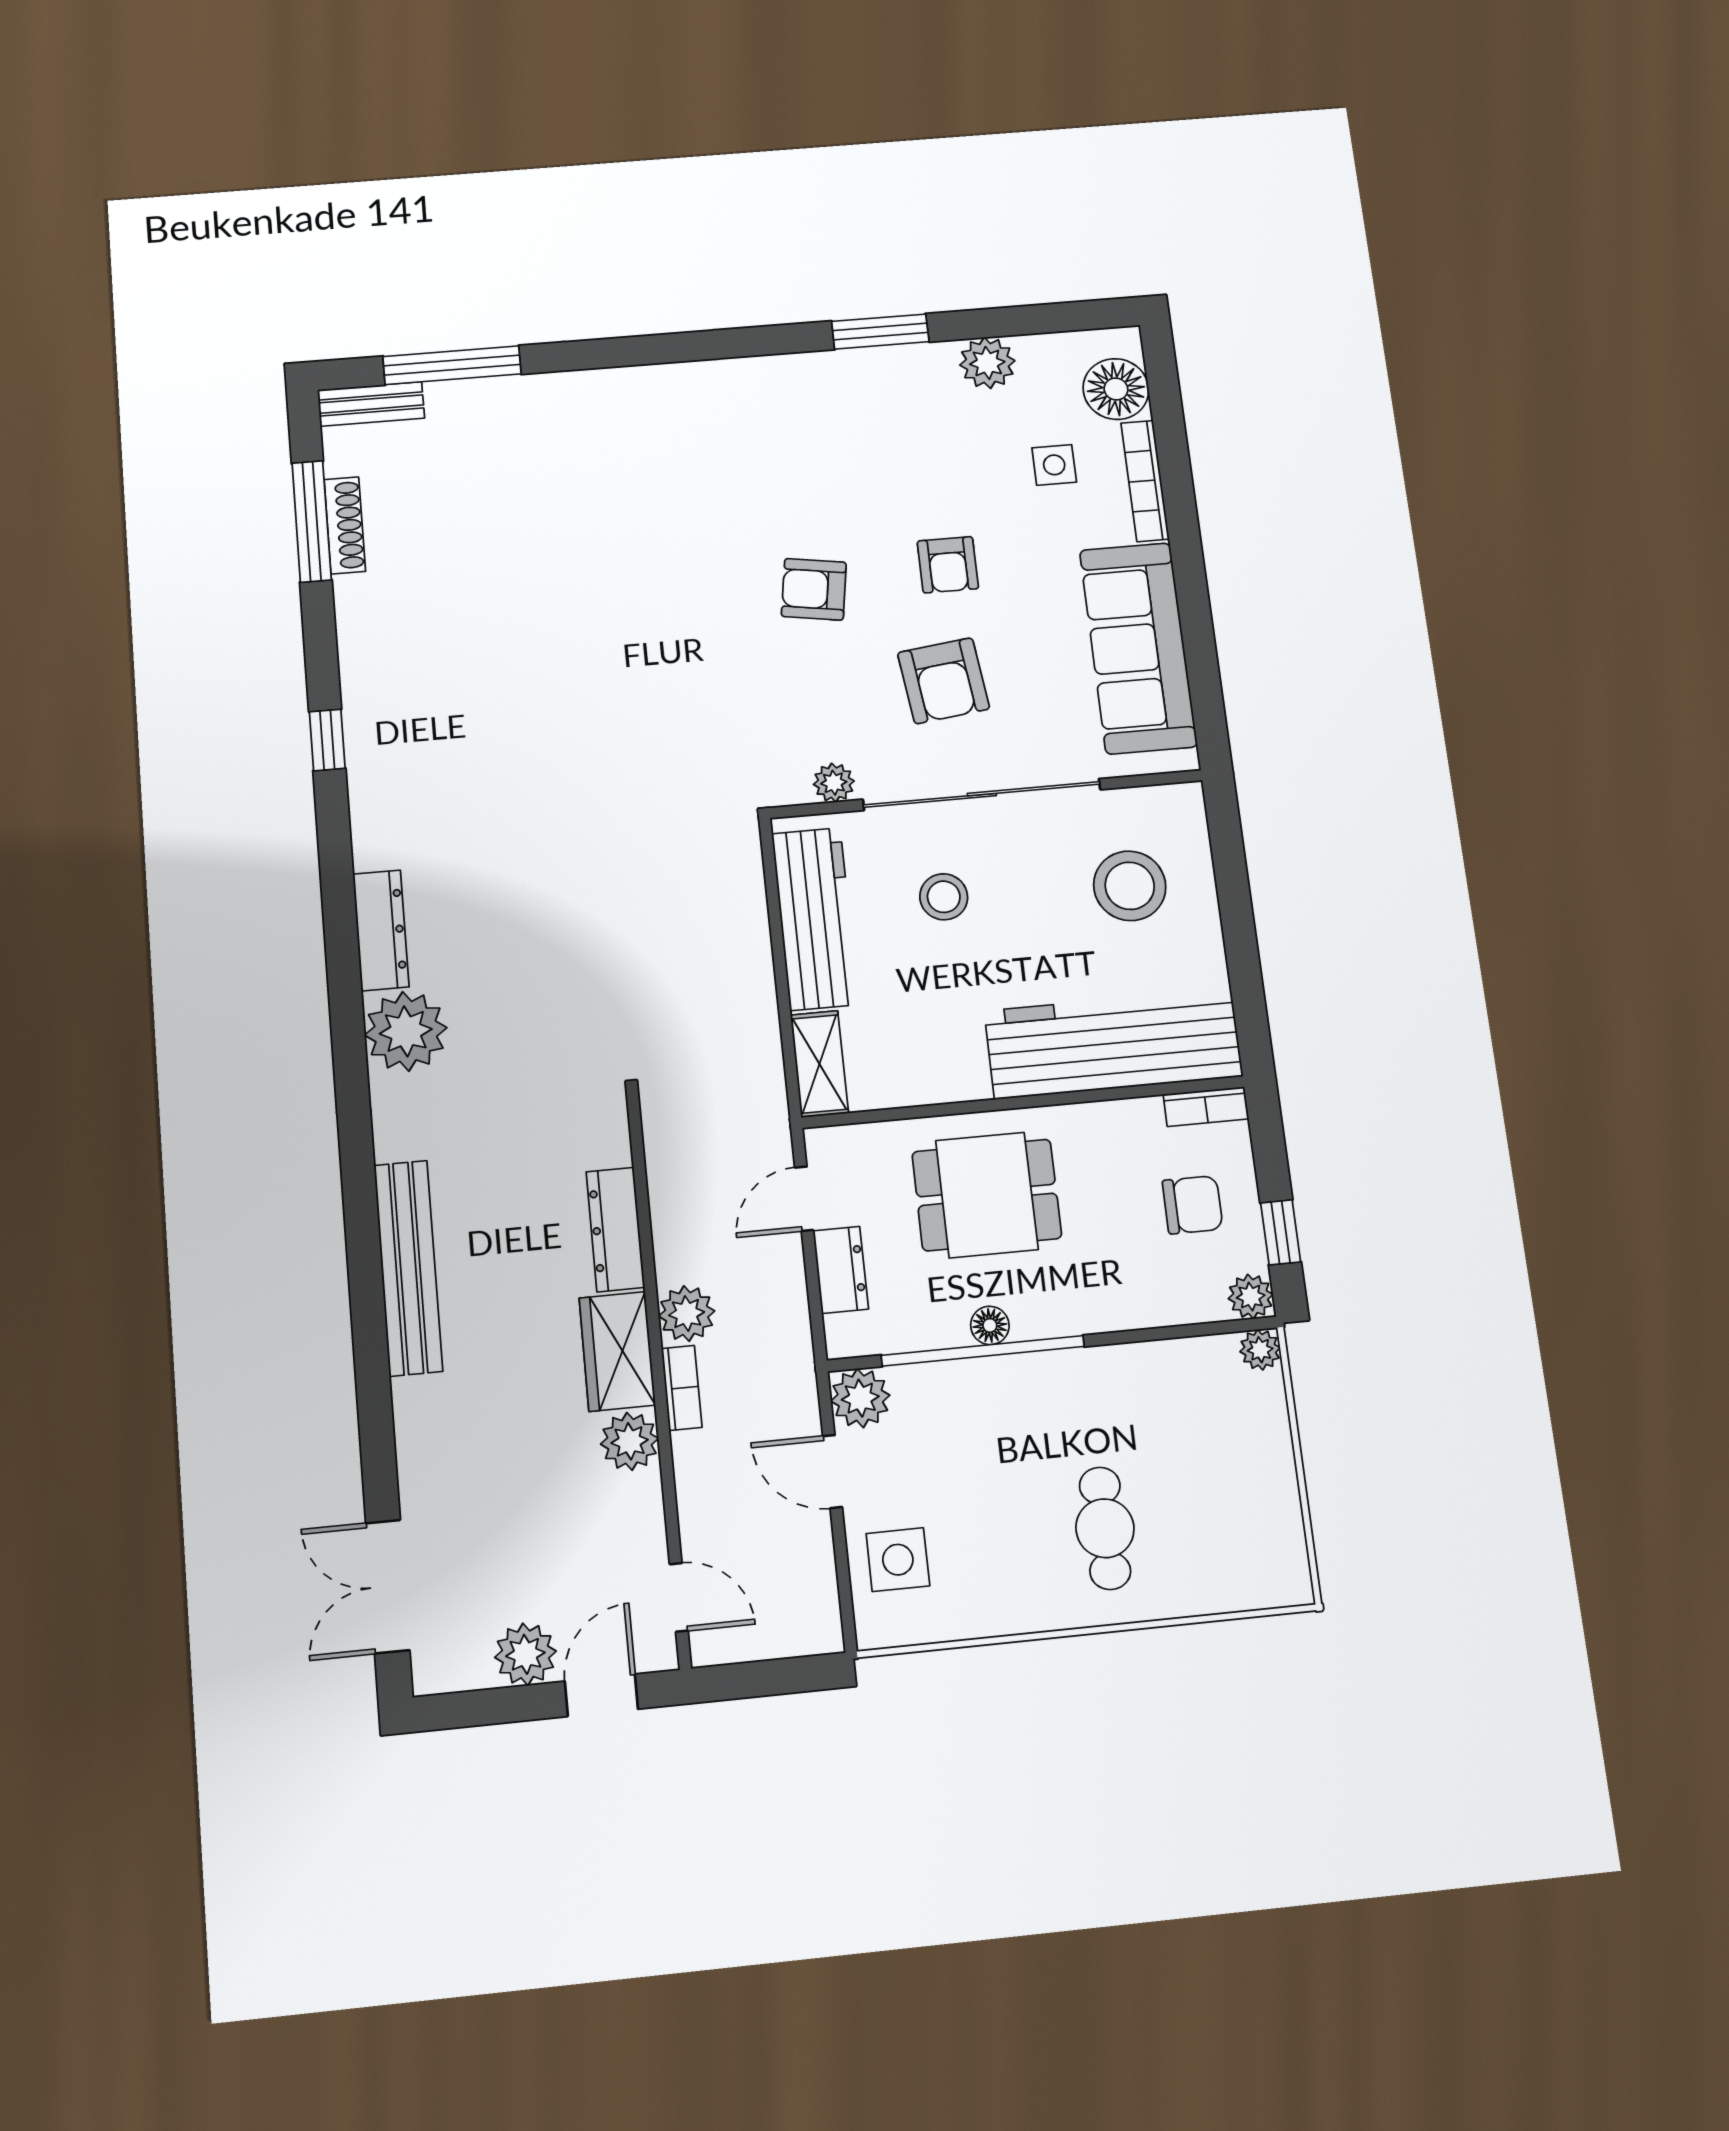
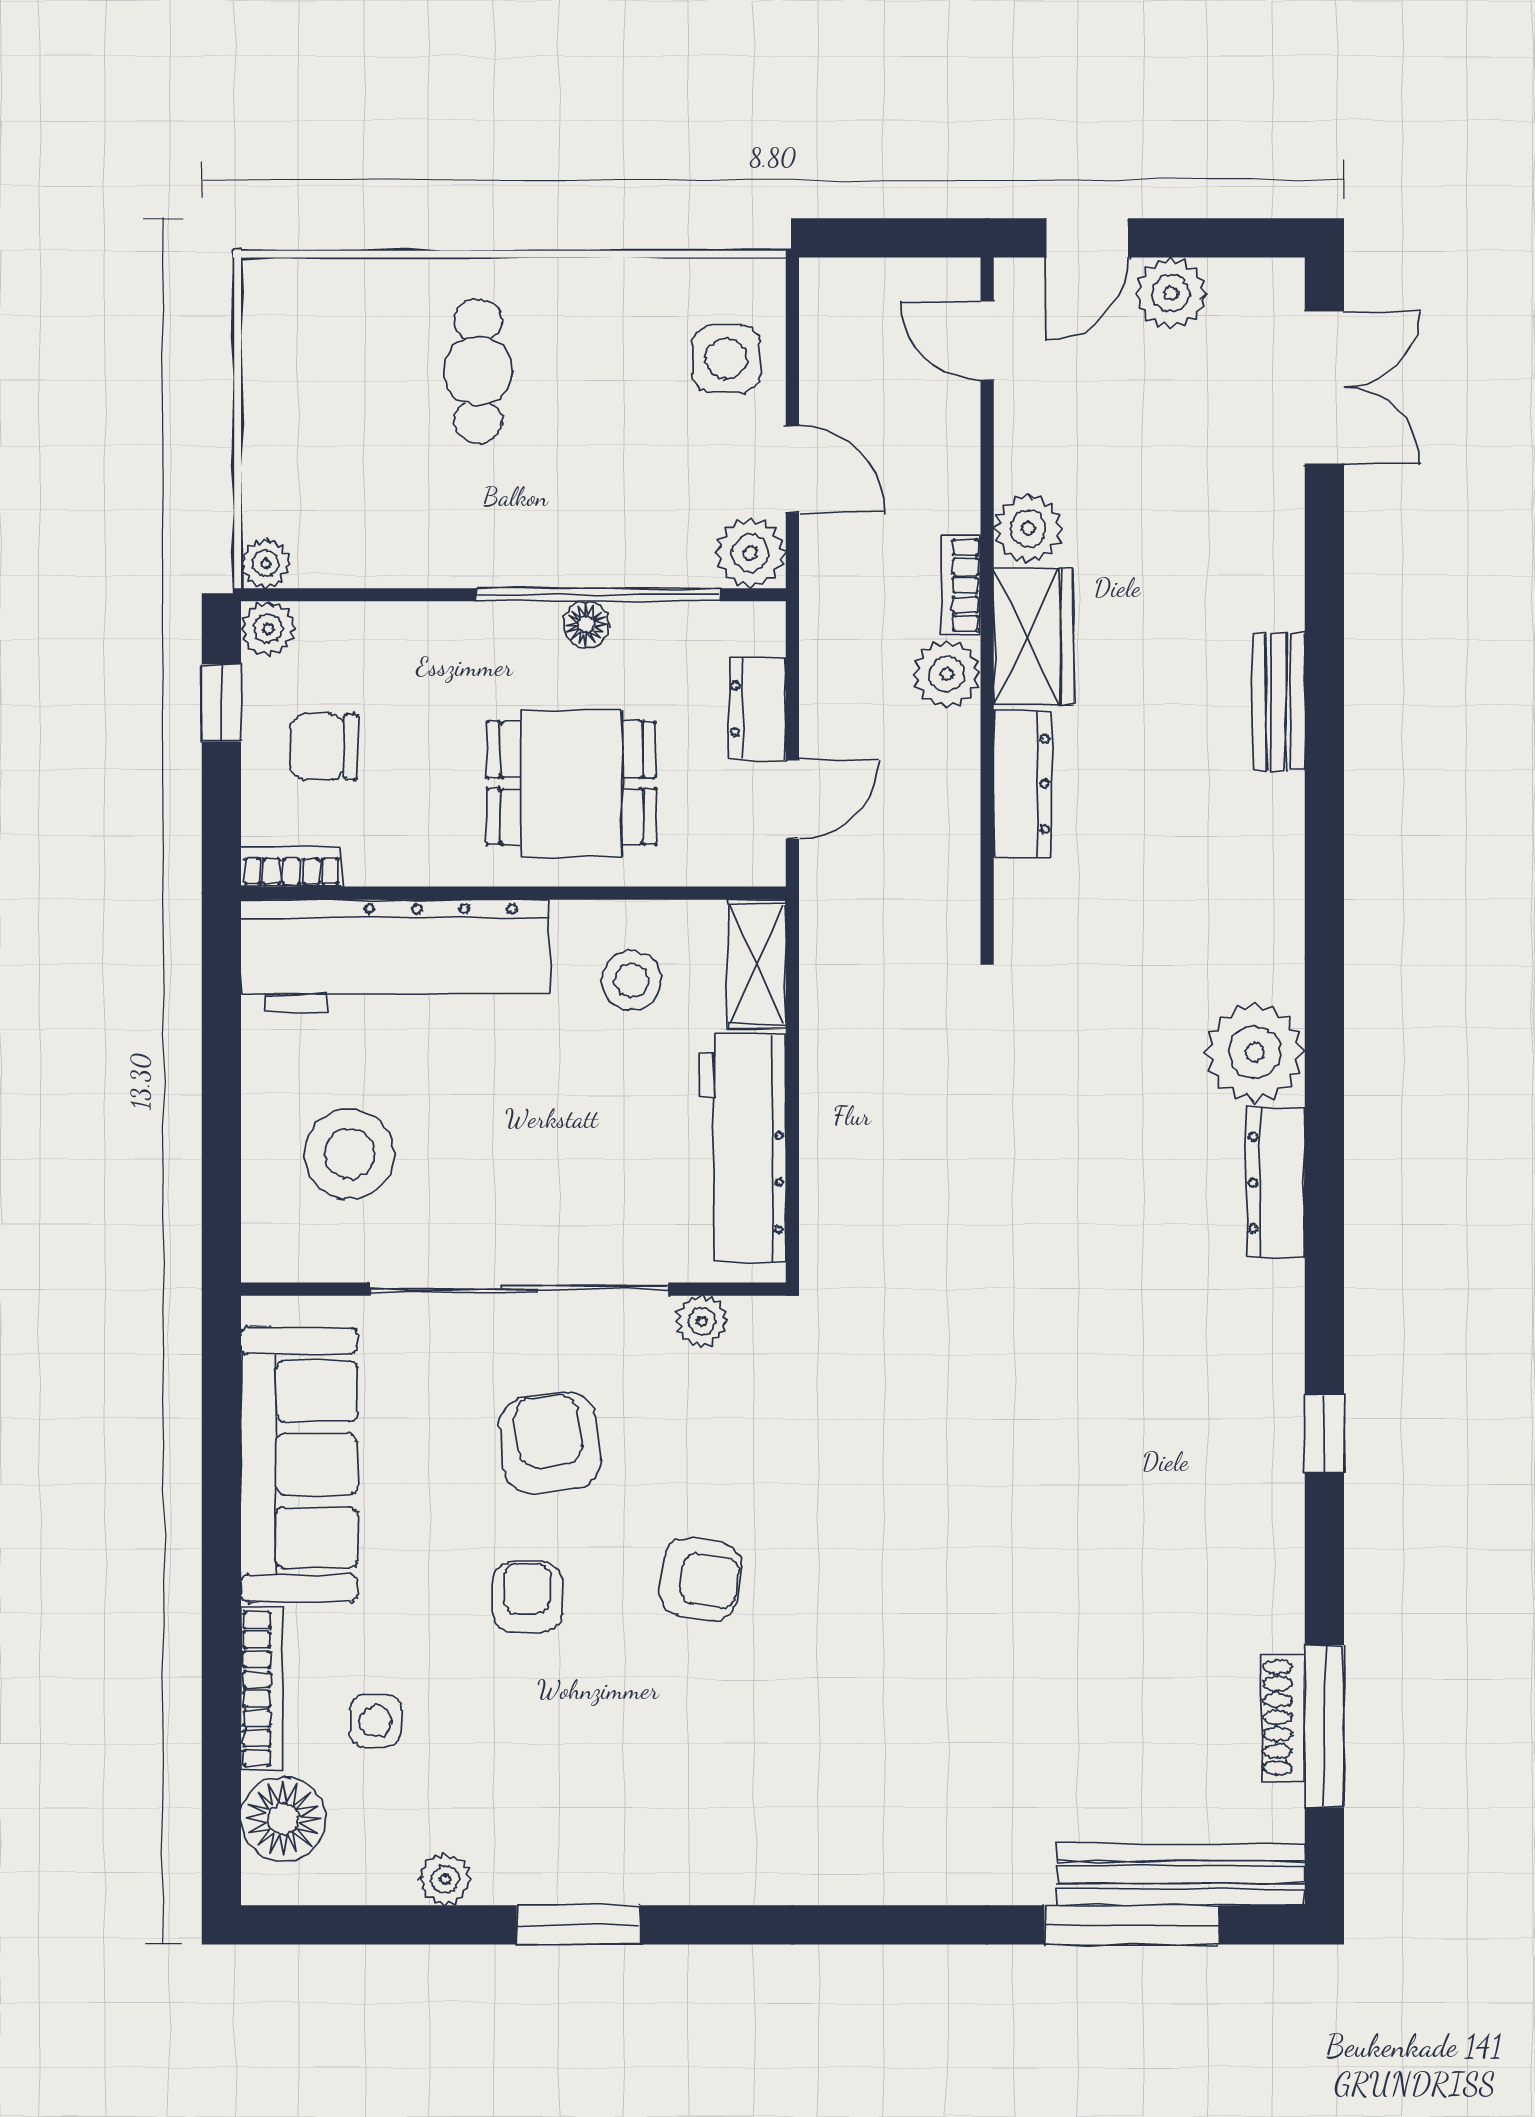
plant: (987, 363) -> (445, 1879), width x0.73, depth x0.73
bench: (371, 404) -> (1181, 1875), width x1.86, depth x1.21
stool: (944, 897) -> (631, 981), moved
bench: (408, 1268) -> (1279, 702), width x0.54, depth x0.82

